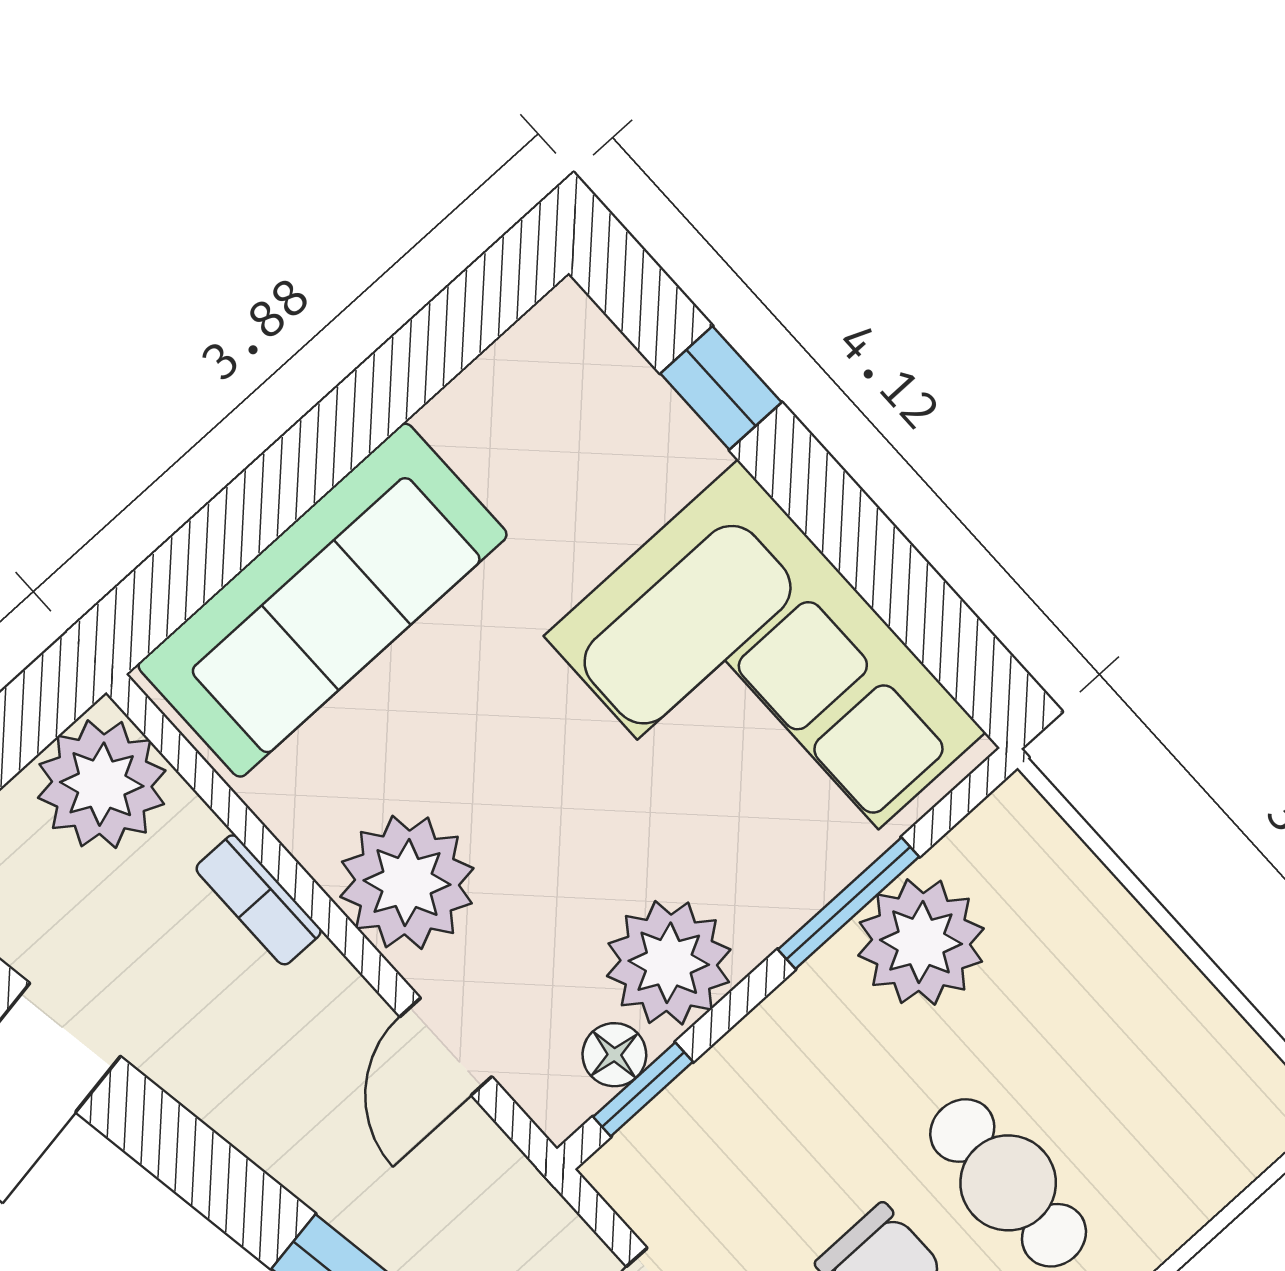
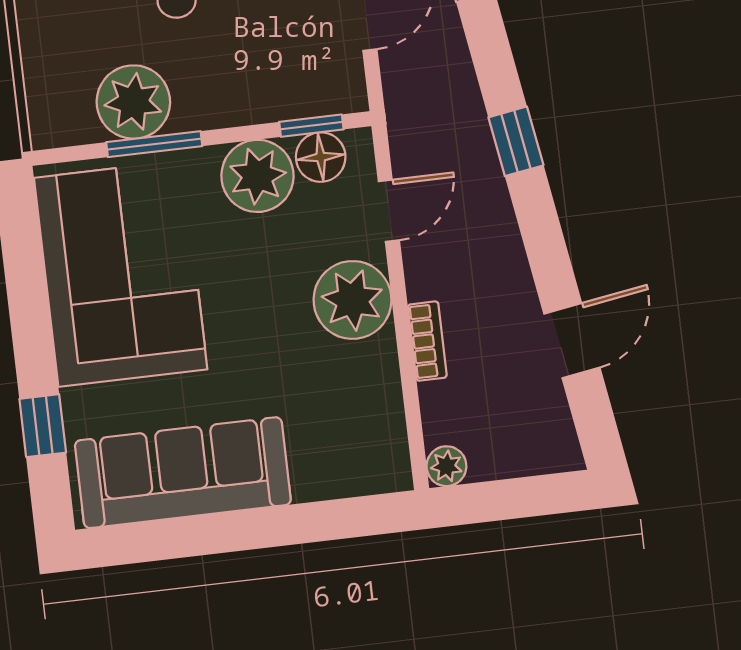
sofa: (323, 600) -> (183, 473), moved
plant: (102, 784) -> (446, 466), width x0.53, depth x0.53
floor lamp: (614, 1055) -> (321, 157), width x1.37, depth x1.37

